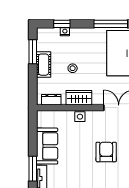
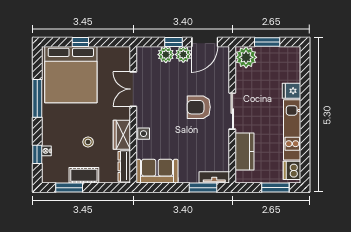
dresser: (51, 100) -> (124, 166), width x1.44
sofa: (47, 146) -> (157, 171), moved
armchair: (106, 152) -> (199, 107), moved

